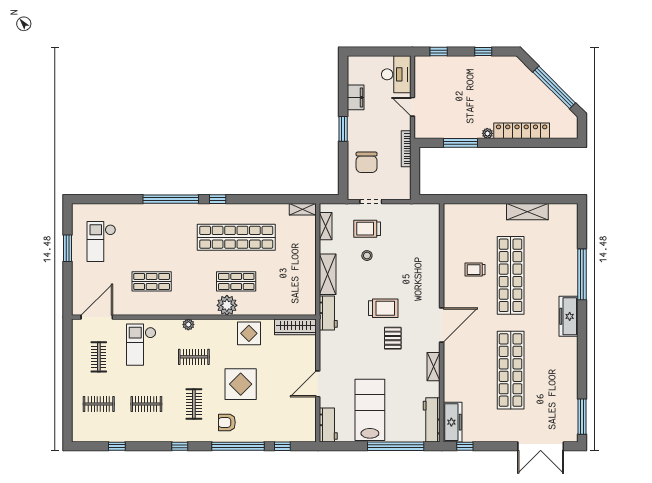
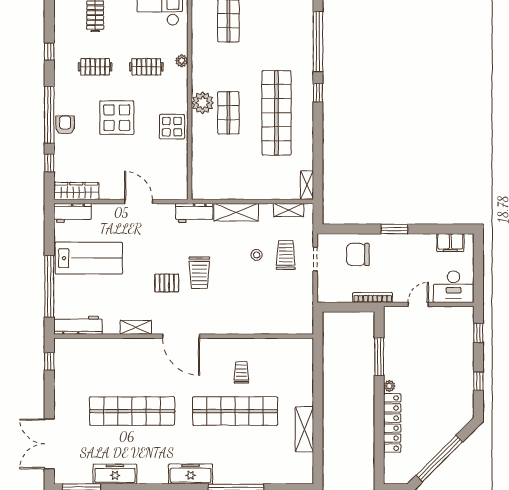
filing cabinet: (356, 97) -> (450, 243), moved
wardrobe: (295, 327) -> (76, 191), moved, turned 90
clothes rail: (194, 357) -> (146, 67), turned 90
door: (318, 384) -> (139, 201), moved
armchair: (227, 422) -> (65, 125), moved
freezer: (453, 422) -> (115, 474), moved, turned 180

